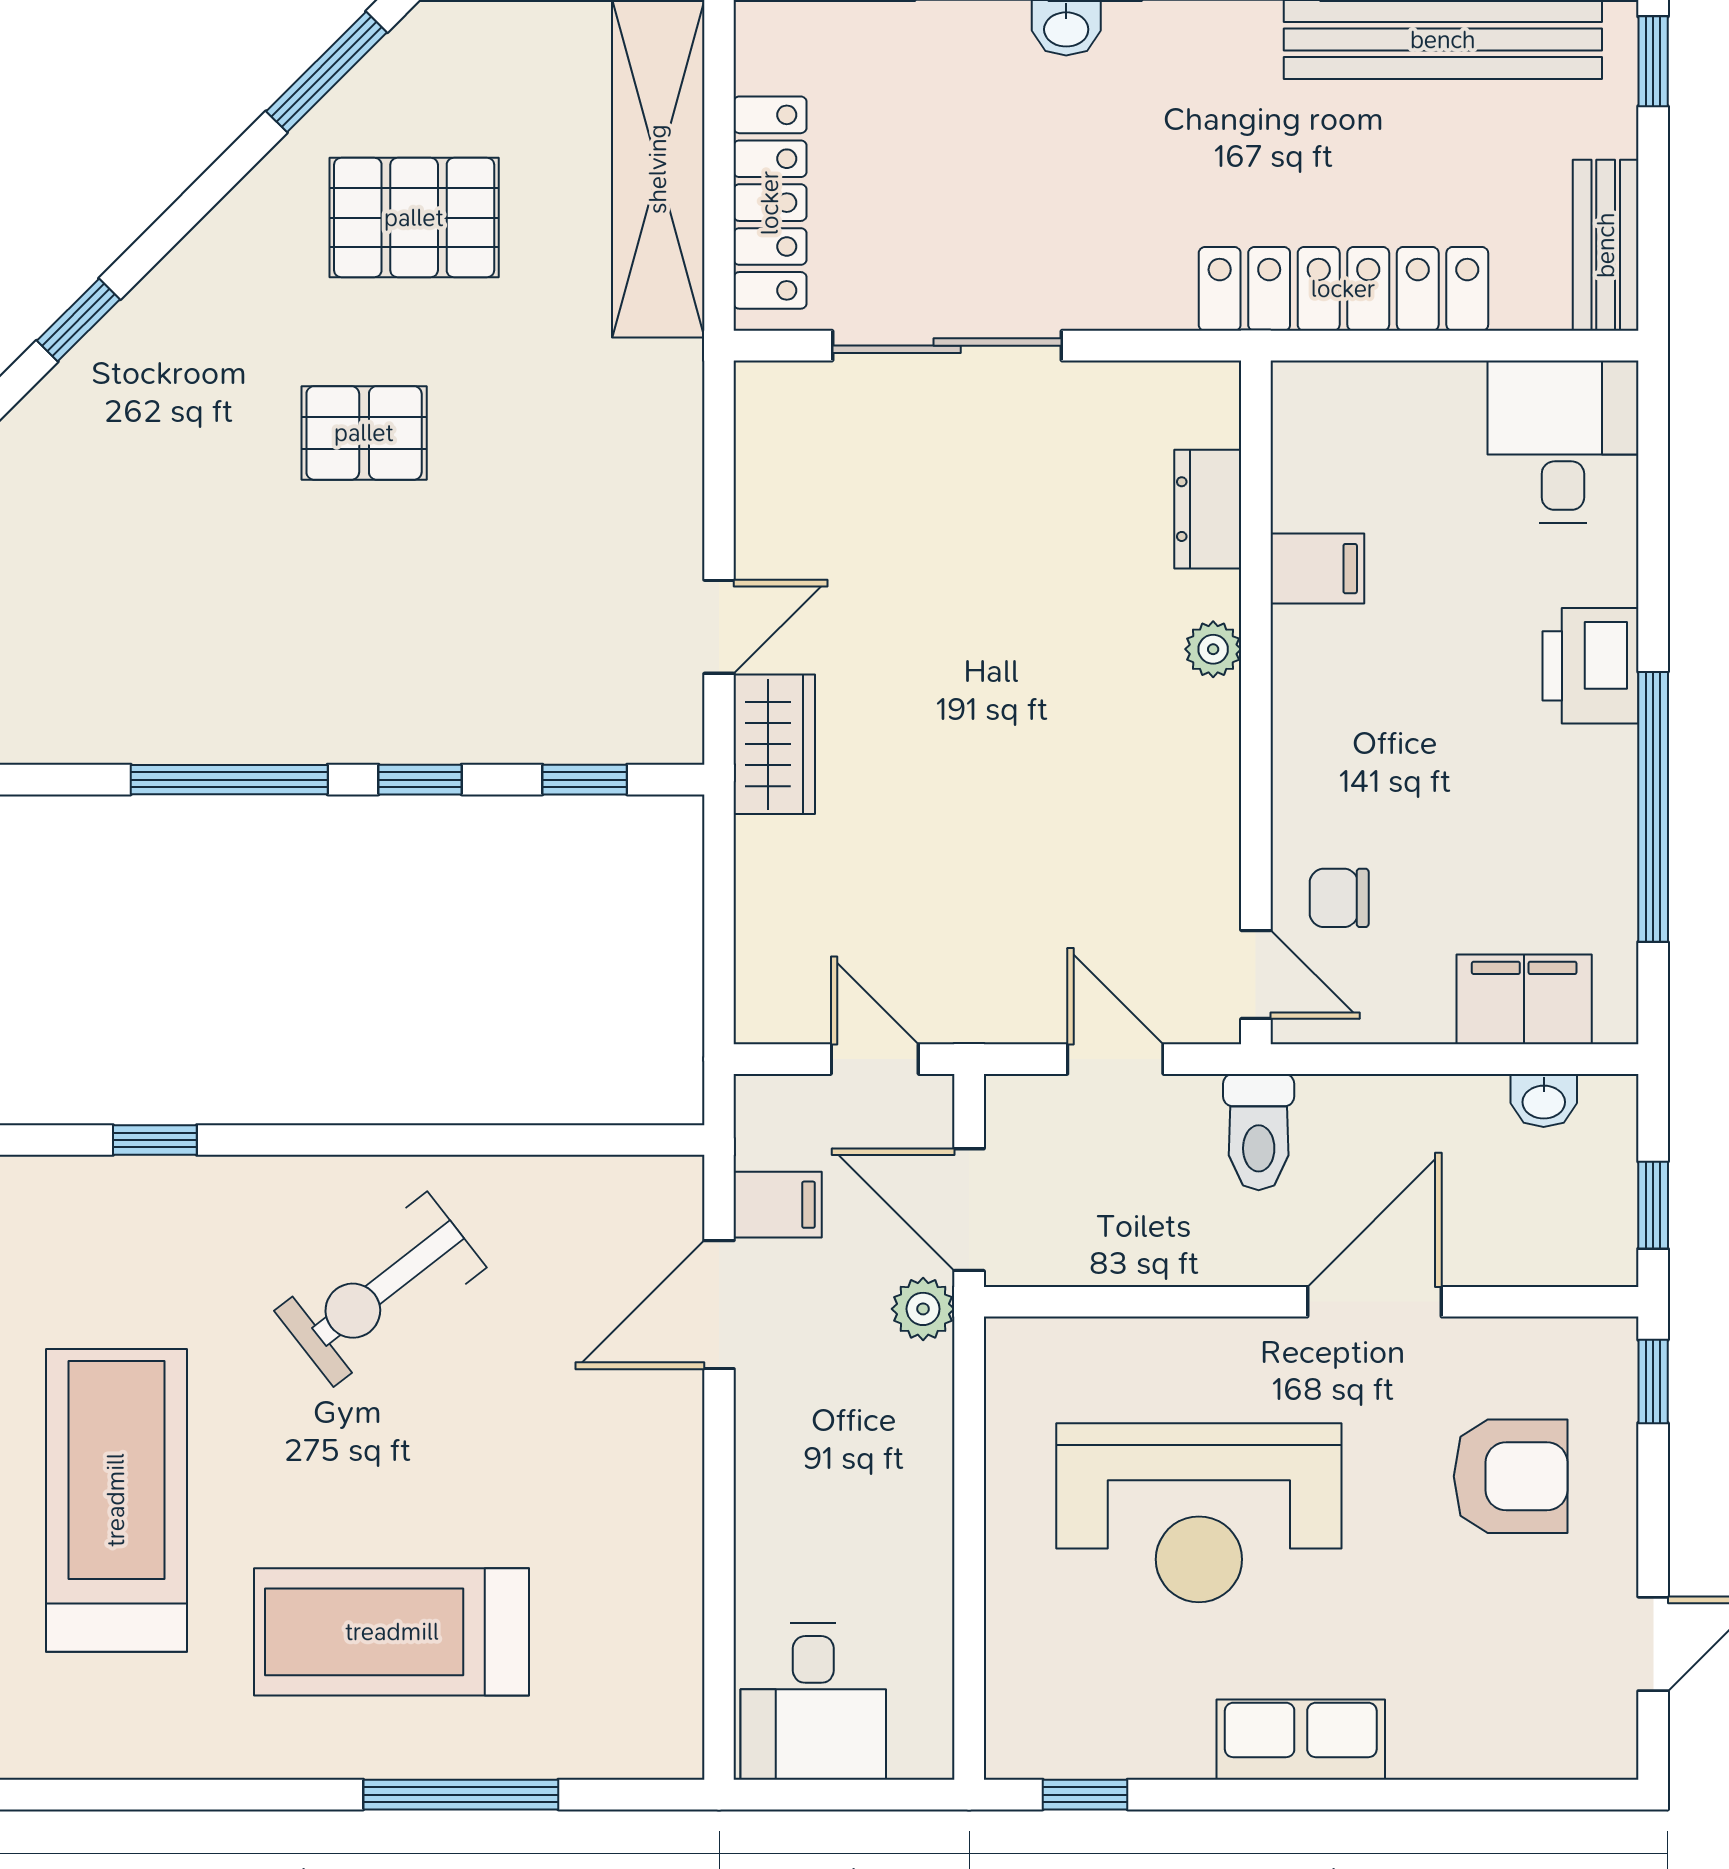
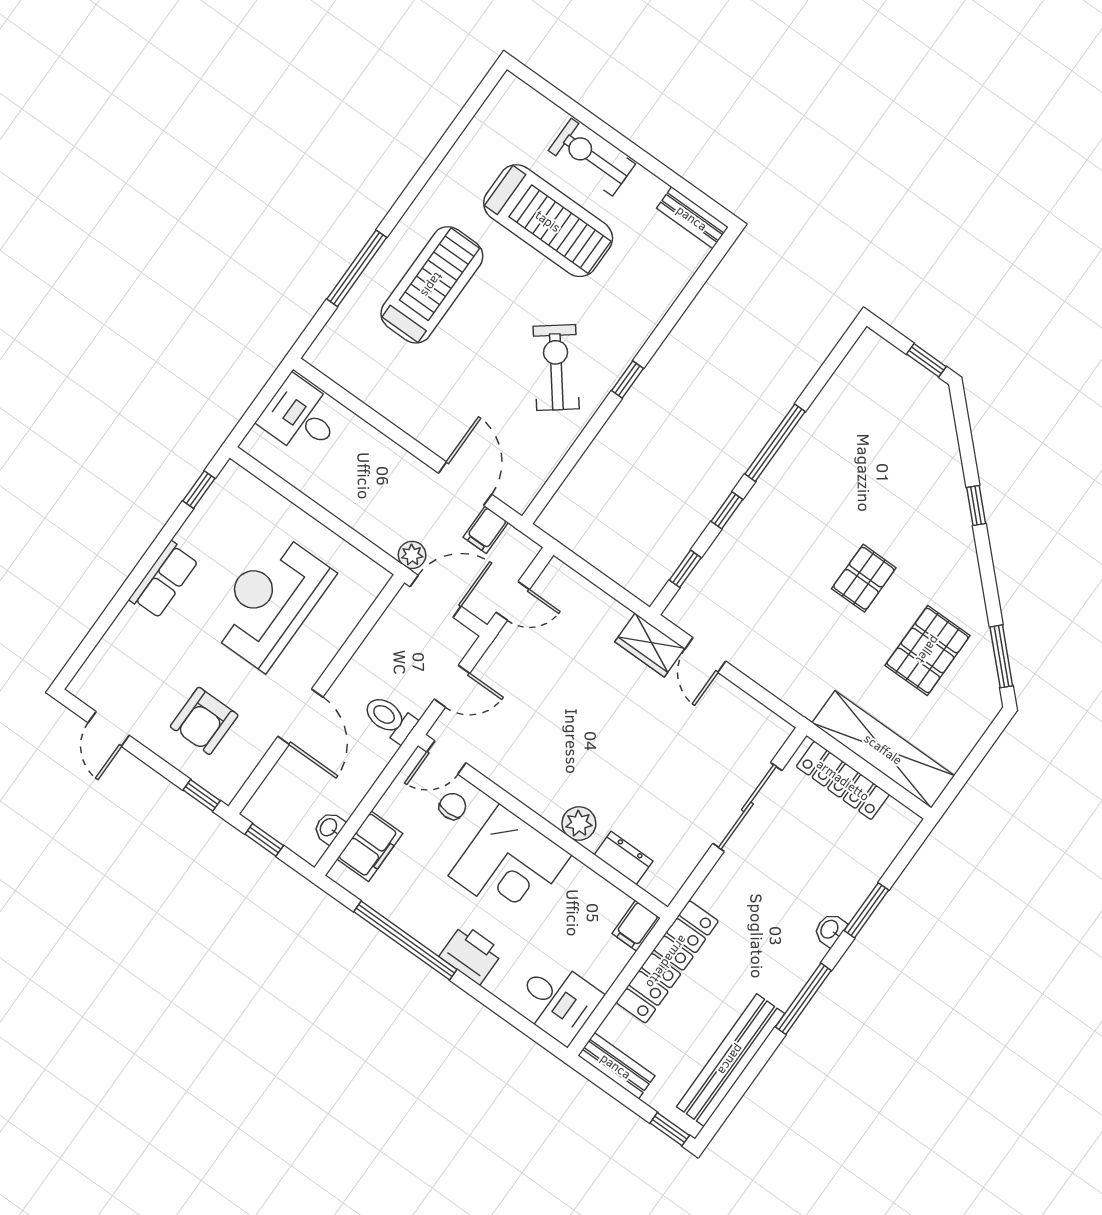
filing cabinet: (1317, 569) -> (636, 926), moved
plant: (1213, 649) -> (579, 823), width x1.38, depth x1.38
corner desk: (1373, 712) -> (510, 865), added
window: (155, 1140) -> (627, 380), moved

